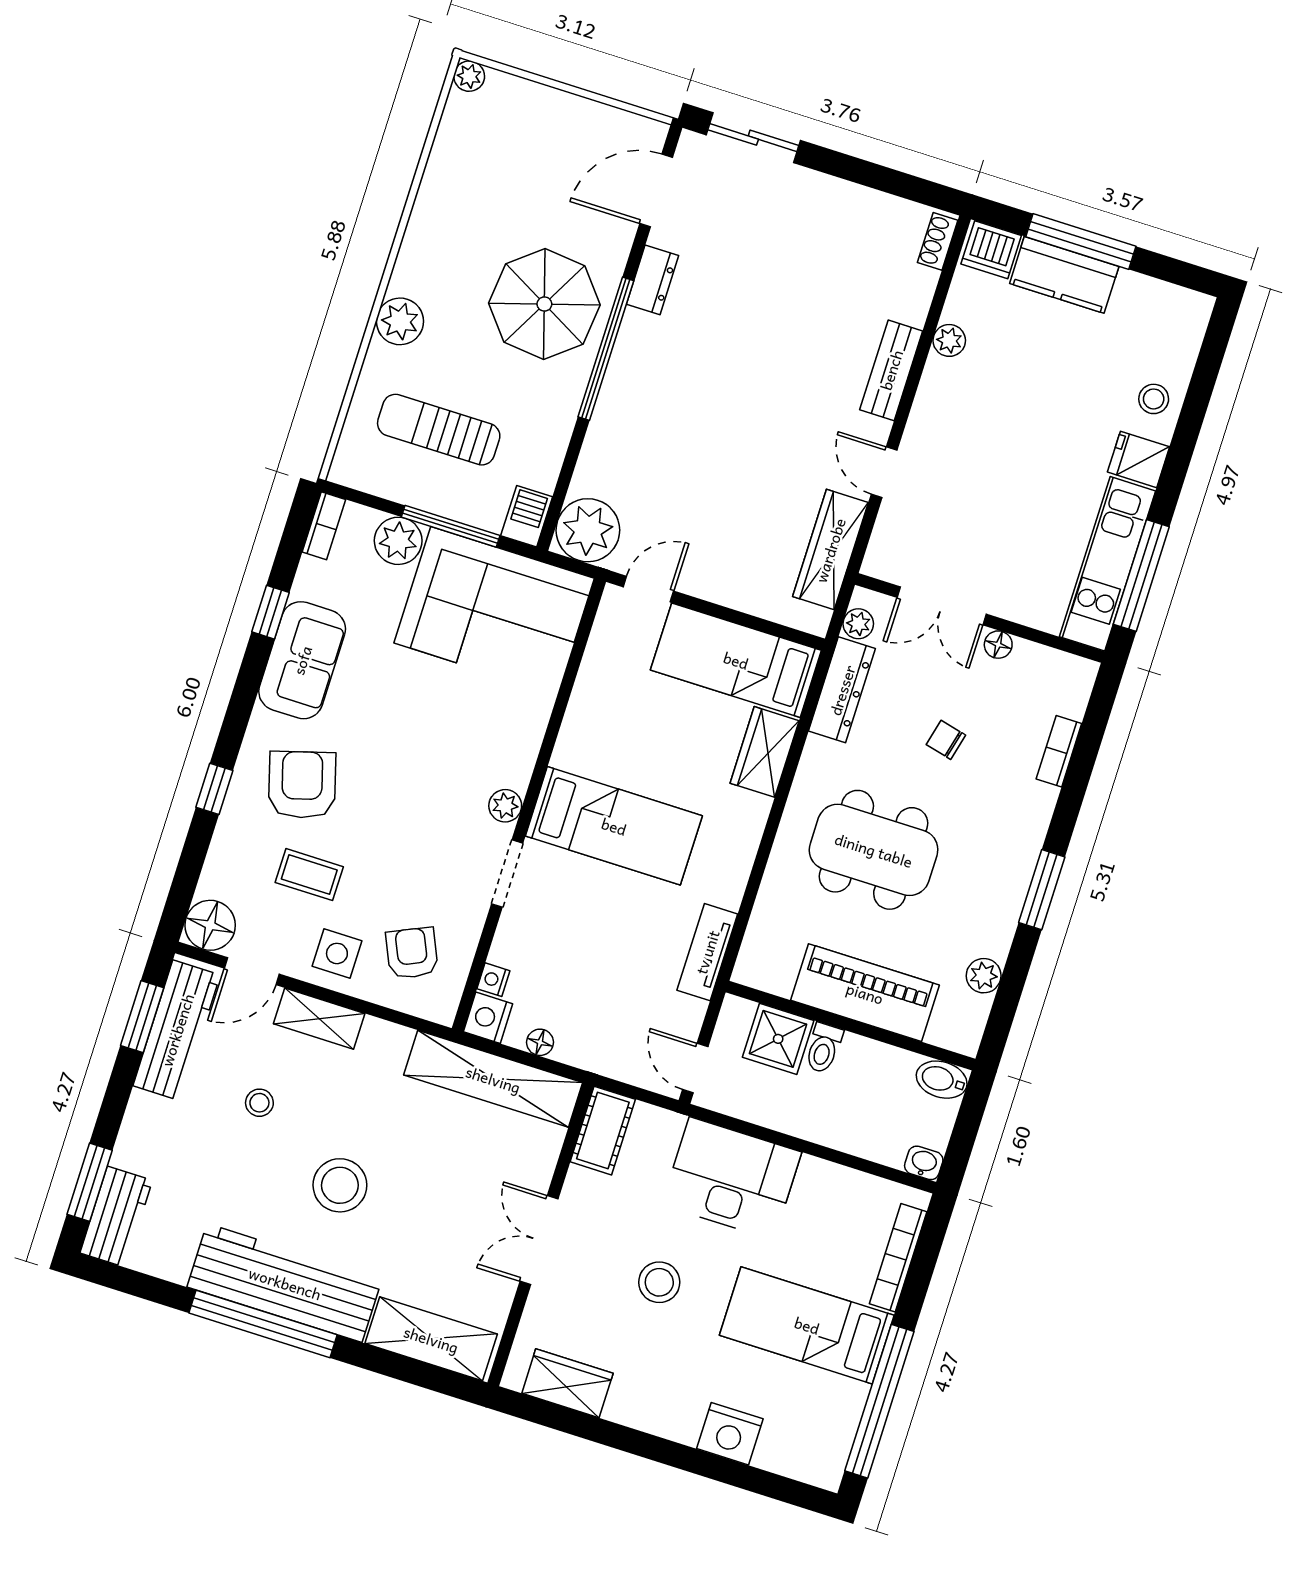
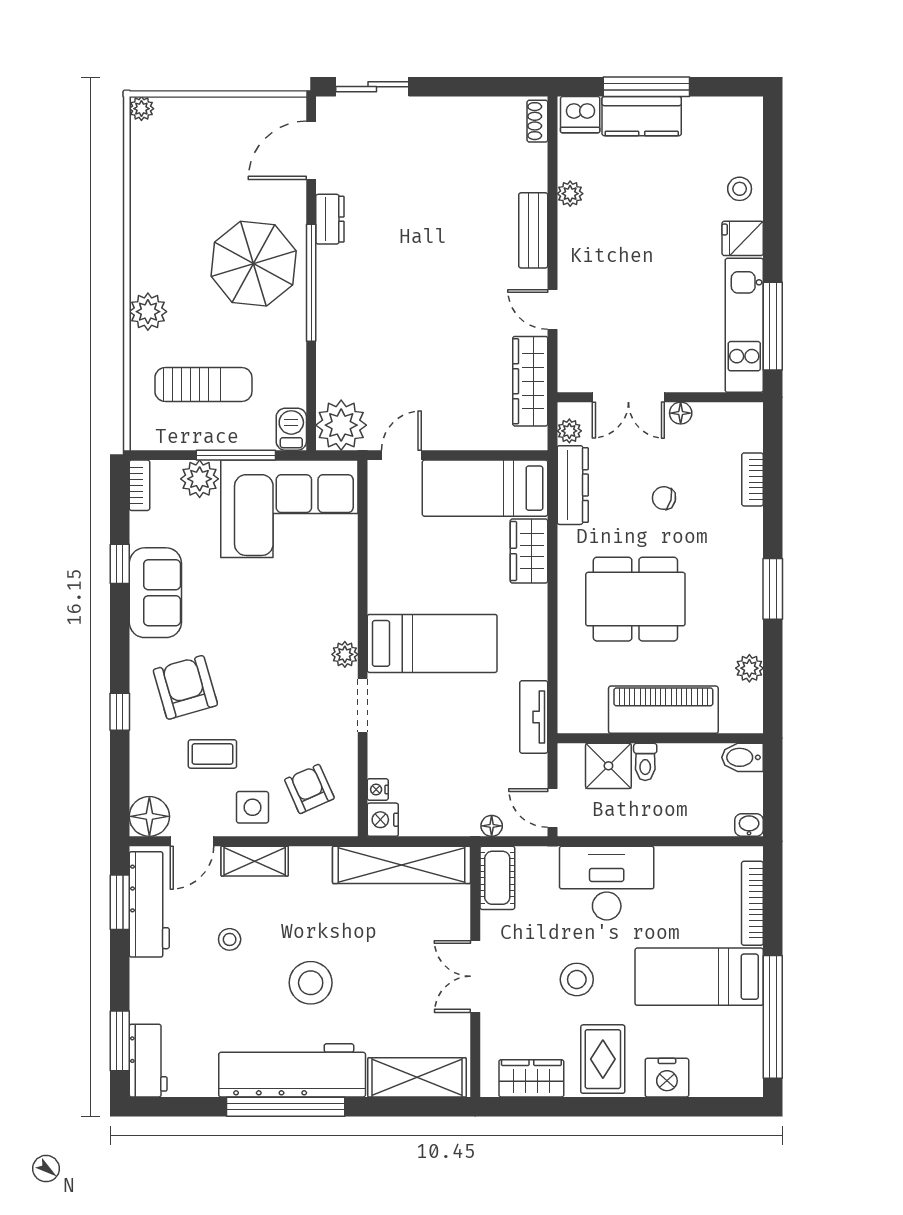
sun lounger: (439, 430) -> (203, 385), turned 180
floor lamp: (540, 1042) -> (492, 826), moved
rug: (660, 1387) -> (603, 1059), added

